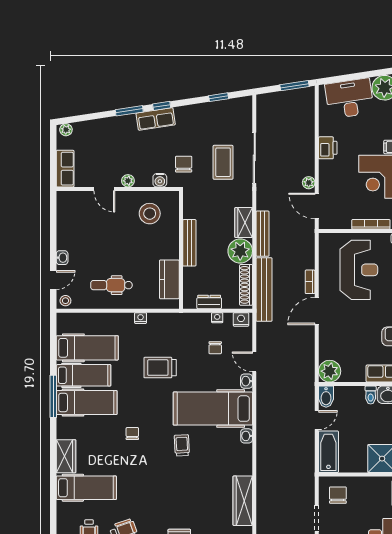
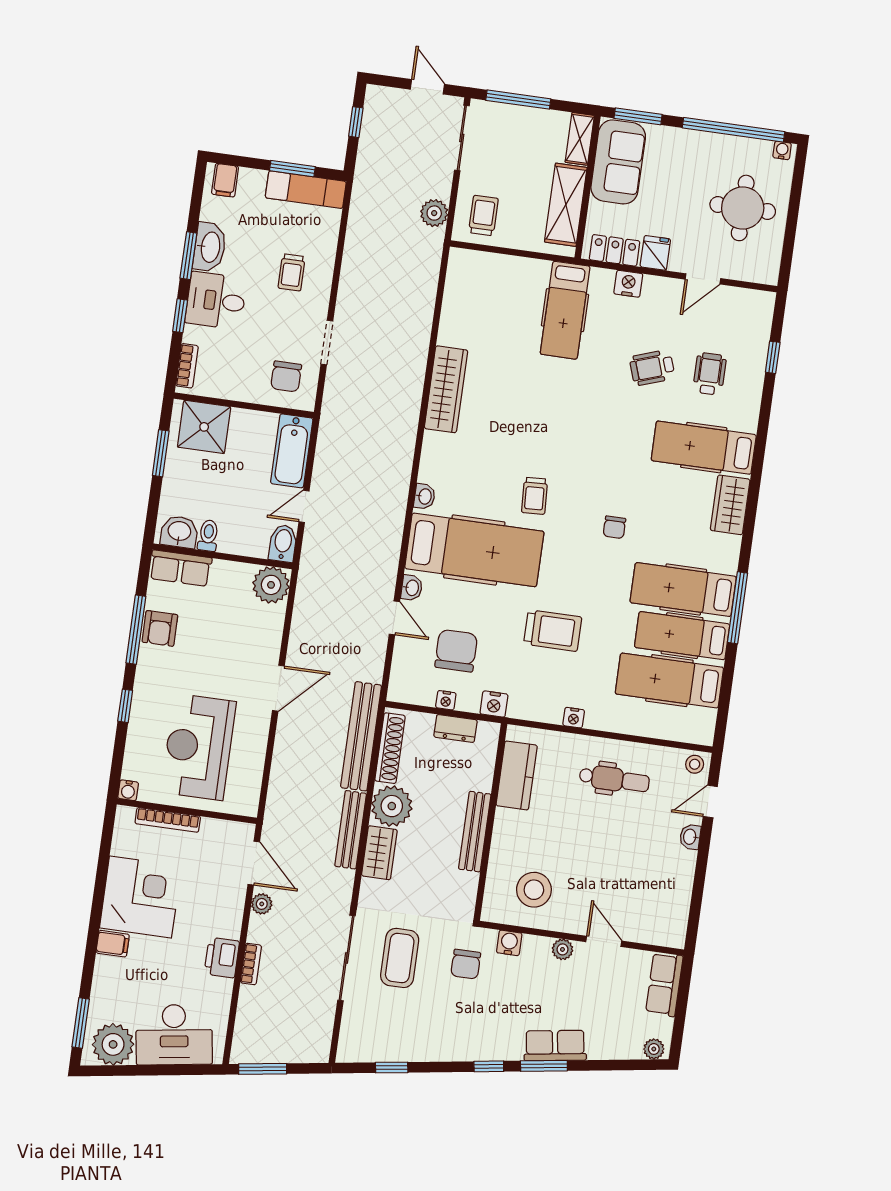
row of seats: (156, 119) -> (555, 1045), moved
bookcase: (310, 282) -> (251, 964), moved
nightstand: (241, 319) -> (494, 704), moved
chair: (215, 348) -> (456, 651), width x1.87, depth x1.87

